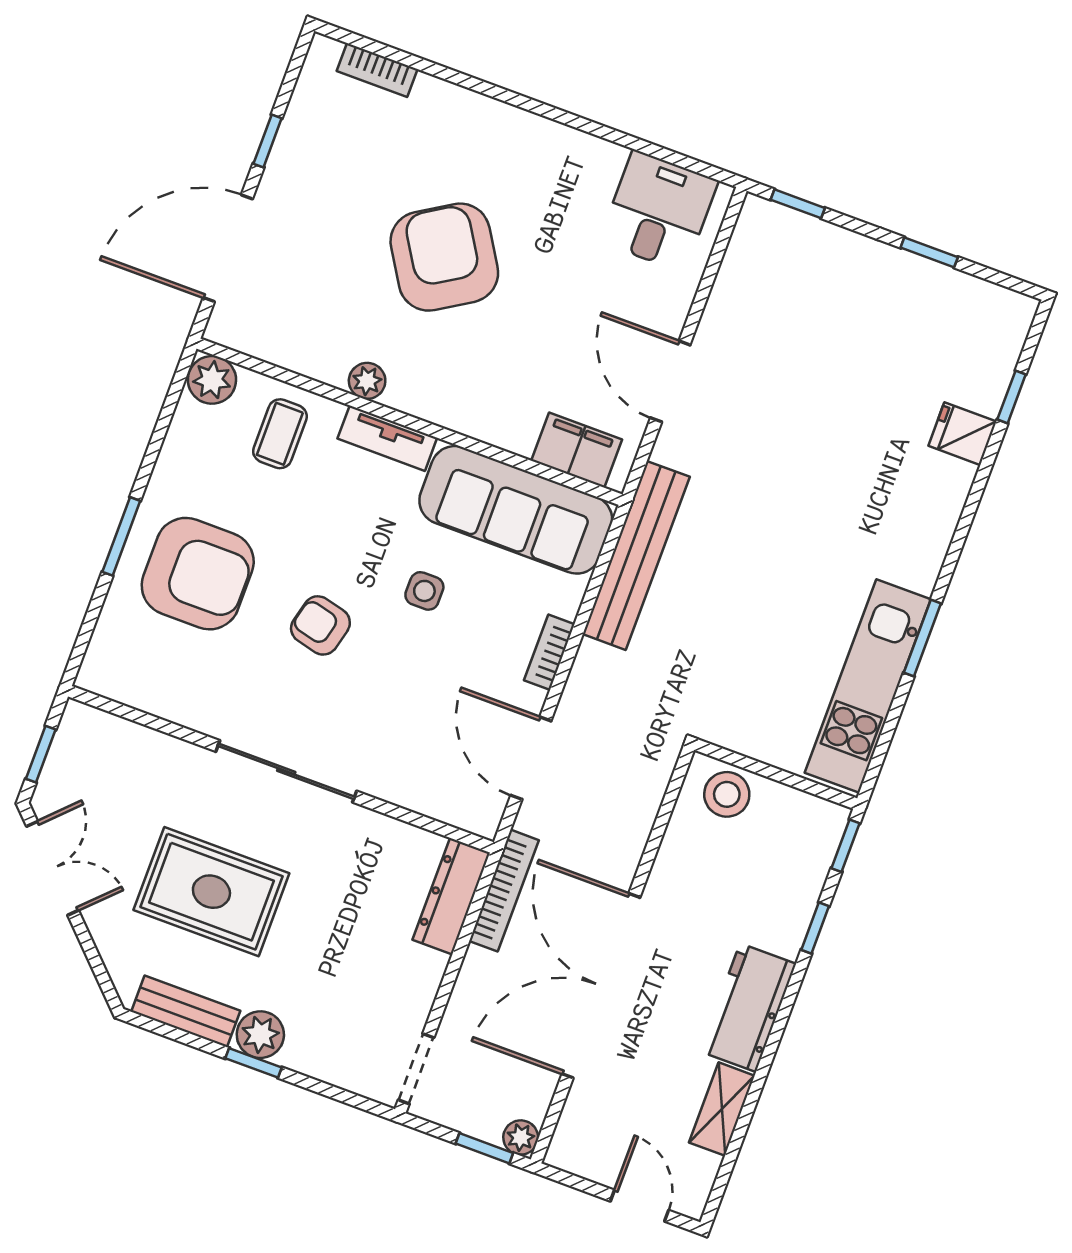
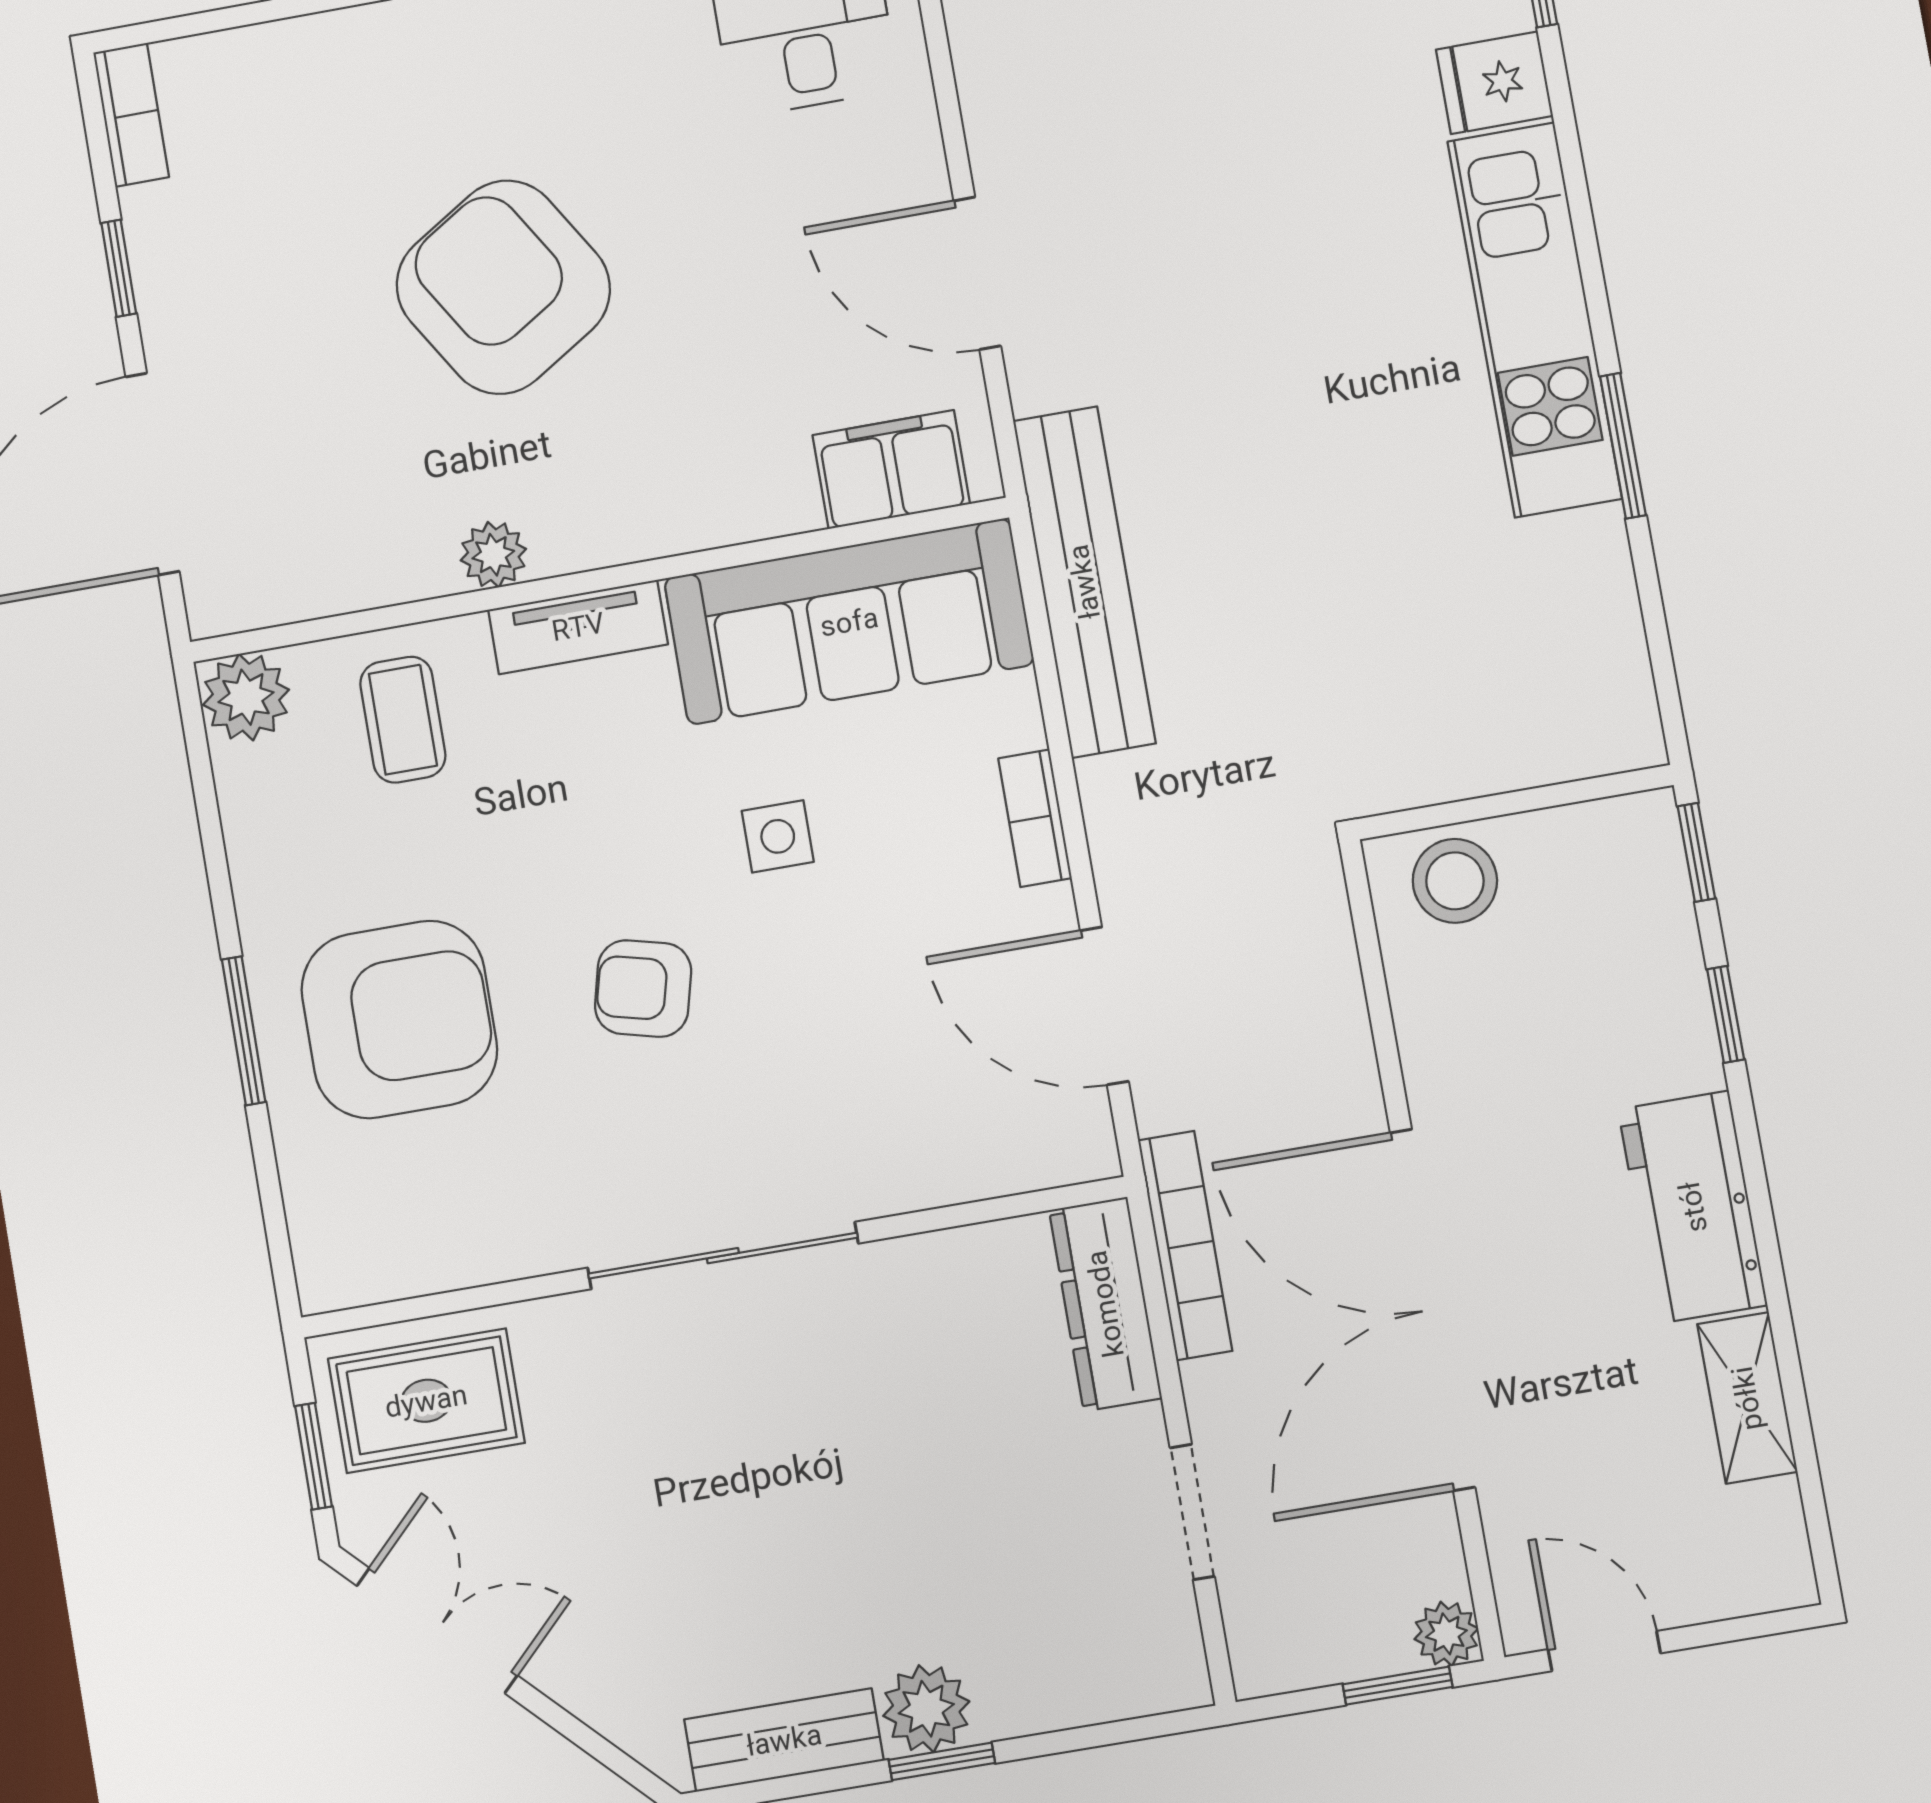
bookcase: (377, 70) -> (131, 115), moved, turned -90
kitchen unit: (868, 686) -> (1535, 320), moved
rug: (211, 892) -> (426, 1401), moved, width x0.73, depth x0.70
doorway: (416, 1069) -> (1192, 1512), moved
door: (640, 1206) -> (1604, 1651), moved

